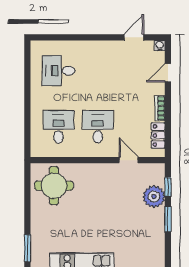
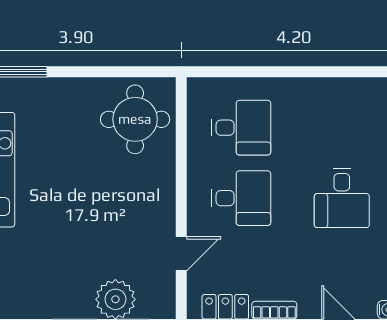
desk: (59, 71) -> (342, 198), moved, turned 180

